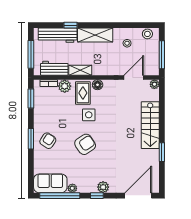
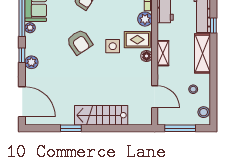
shelving: (80, 70) -> (163, 53), moved
plant: (154, 84) -> (147, 120), removed

